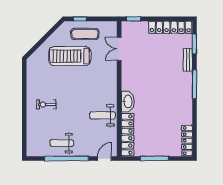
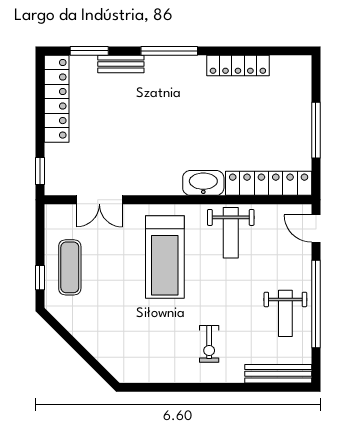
treadmill: (70, 56) -> (165, 257), moved
bench: (31, 139) -> (278, 374), added
locker: (187, 141) -> (238, 66), moved

